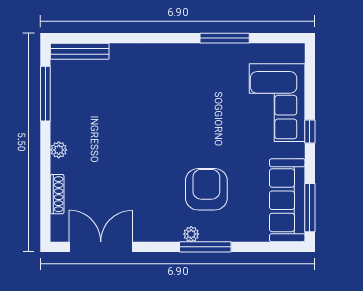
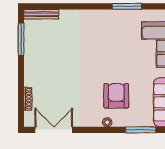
plant: (59, 150) -> (29, 72), removed
window: (205, 247) -> (141, 130), moved

